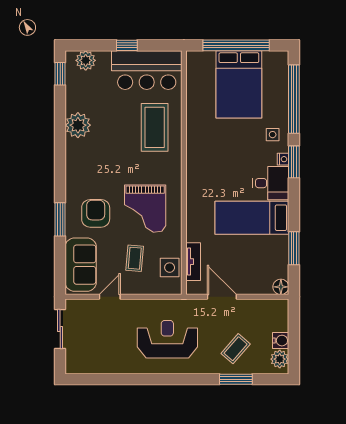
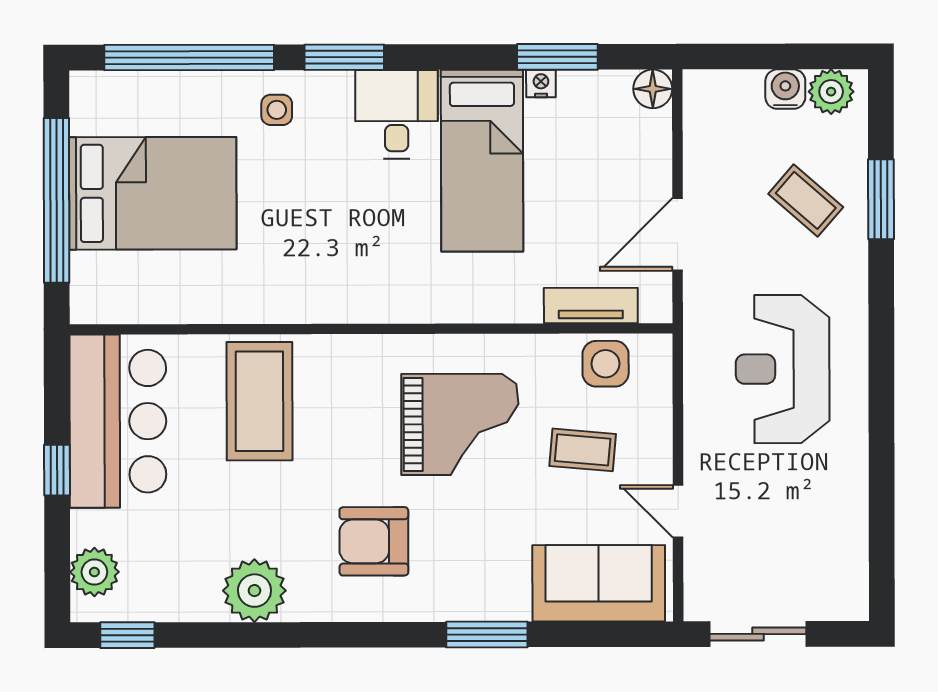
coffee table: (155, 127) -> (259, 401), turned 90
nightstand: (283, 159) -> (541, 84), moved
armchair: (96, 213) -> (374, 541), moved

